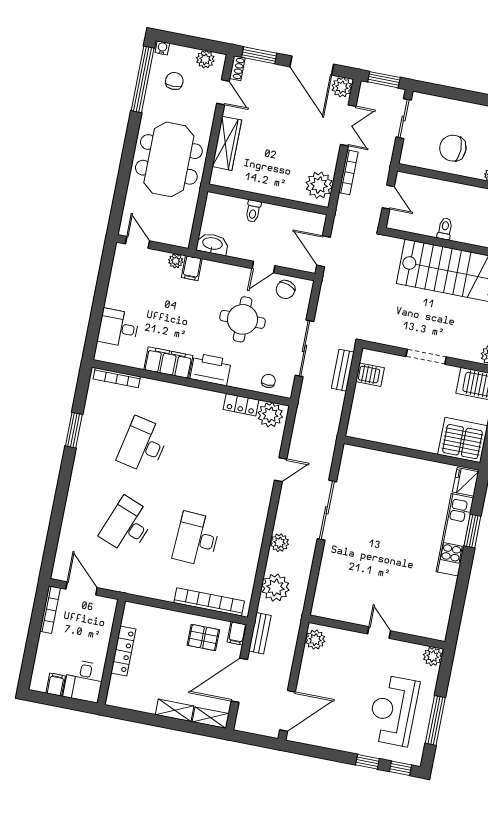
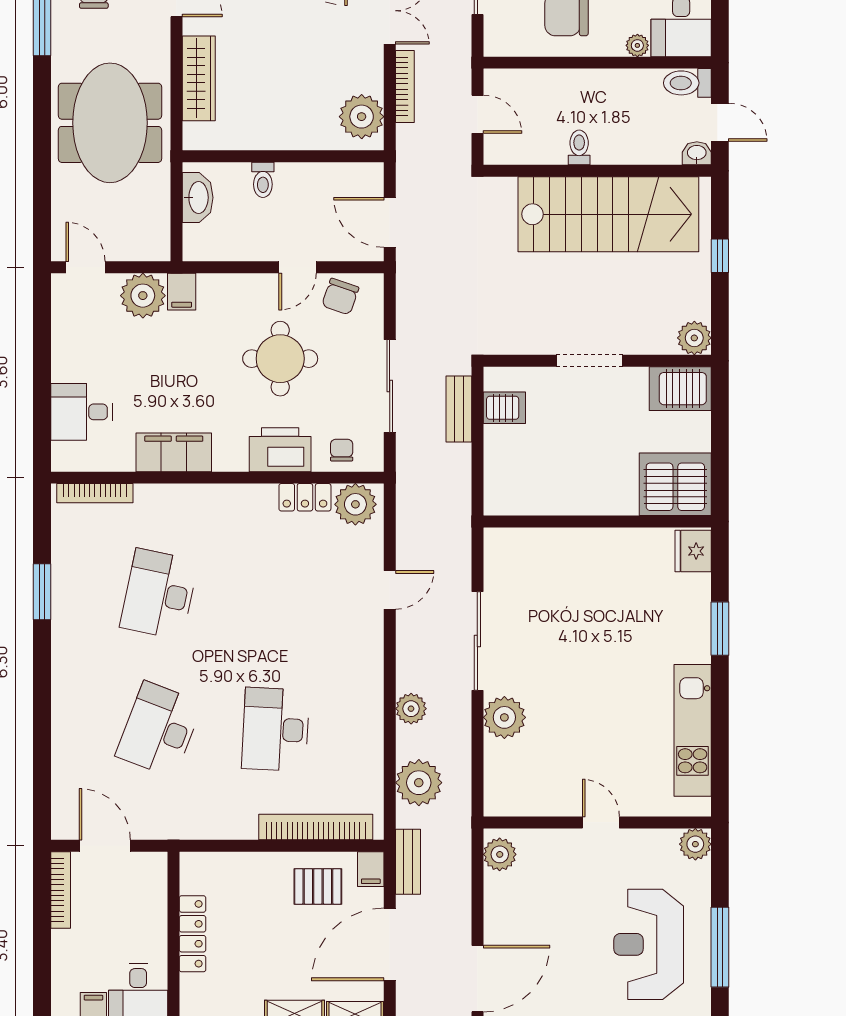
washbasin: (212, 244) -> (198, 198), moved, turned 90
plant: (176, 261) -> (143, 296), width x1.88, depth x1.88
printer: (211, 369) -> (280, 450), moved
kitchen unit: (455, 535) -> (693, 730), moved
plant: (334, 559) -> (504, 717), added

